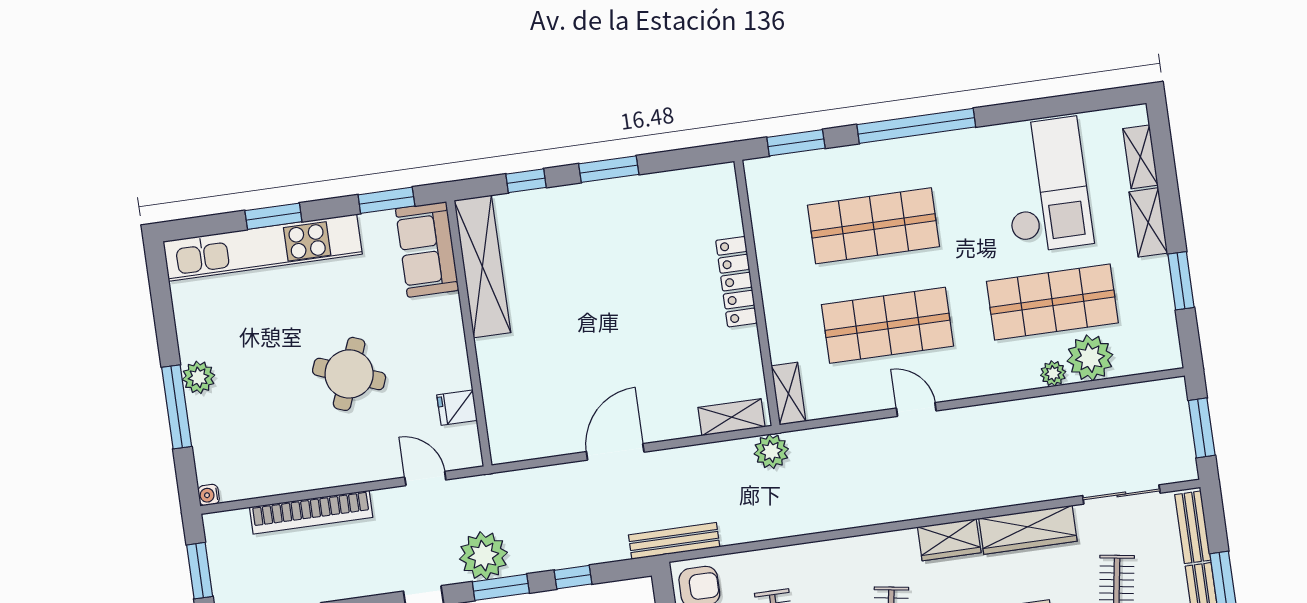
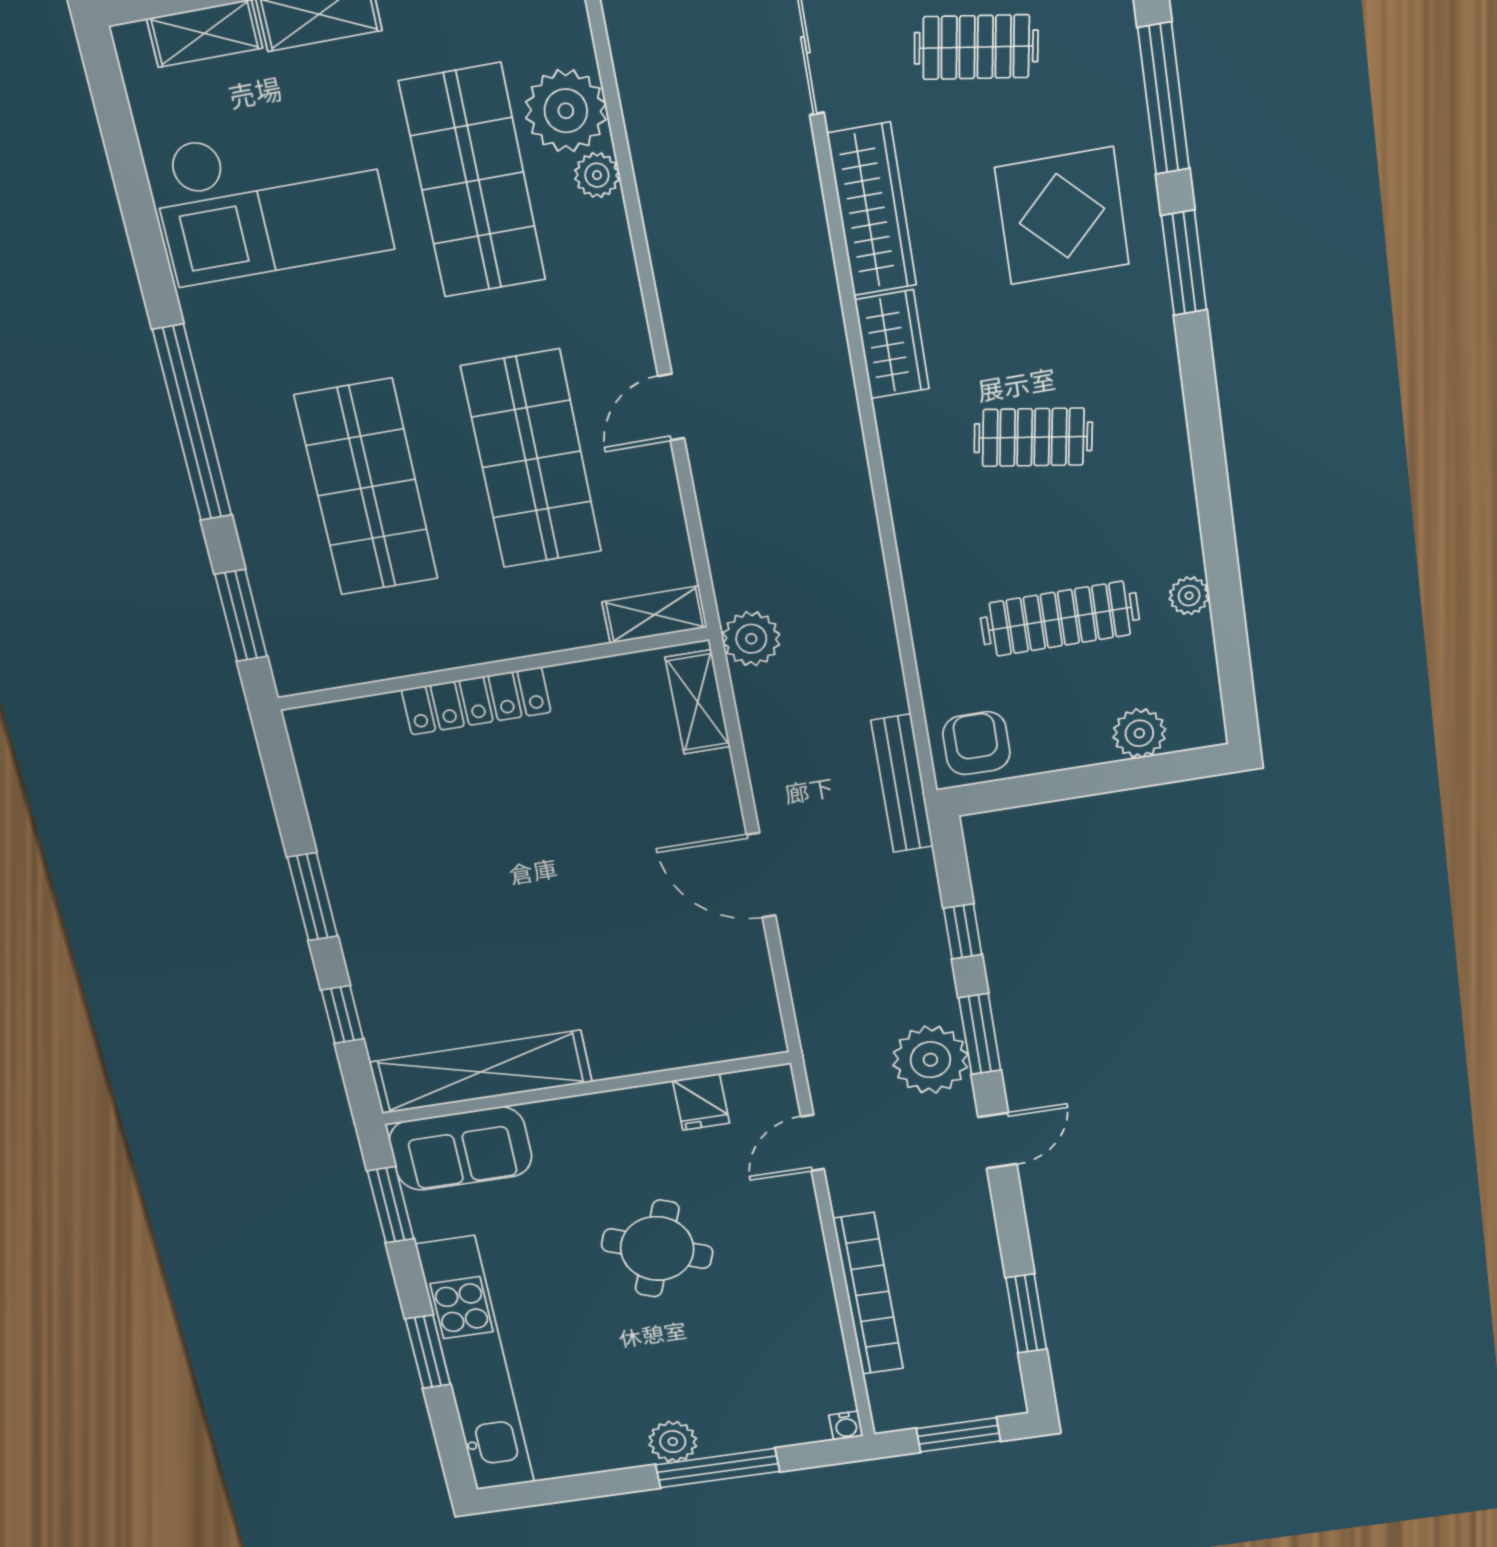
checkout: (1046, 185) -> (270, 200), turned 180

